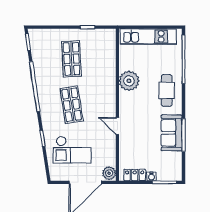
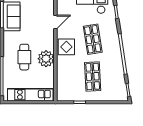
cafe table: (167, 90) -> (24, 57), moved
display table: (104, 95) -> (66, 47), added
door: (117, 126) -> (55, 22), hinge flipped

